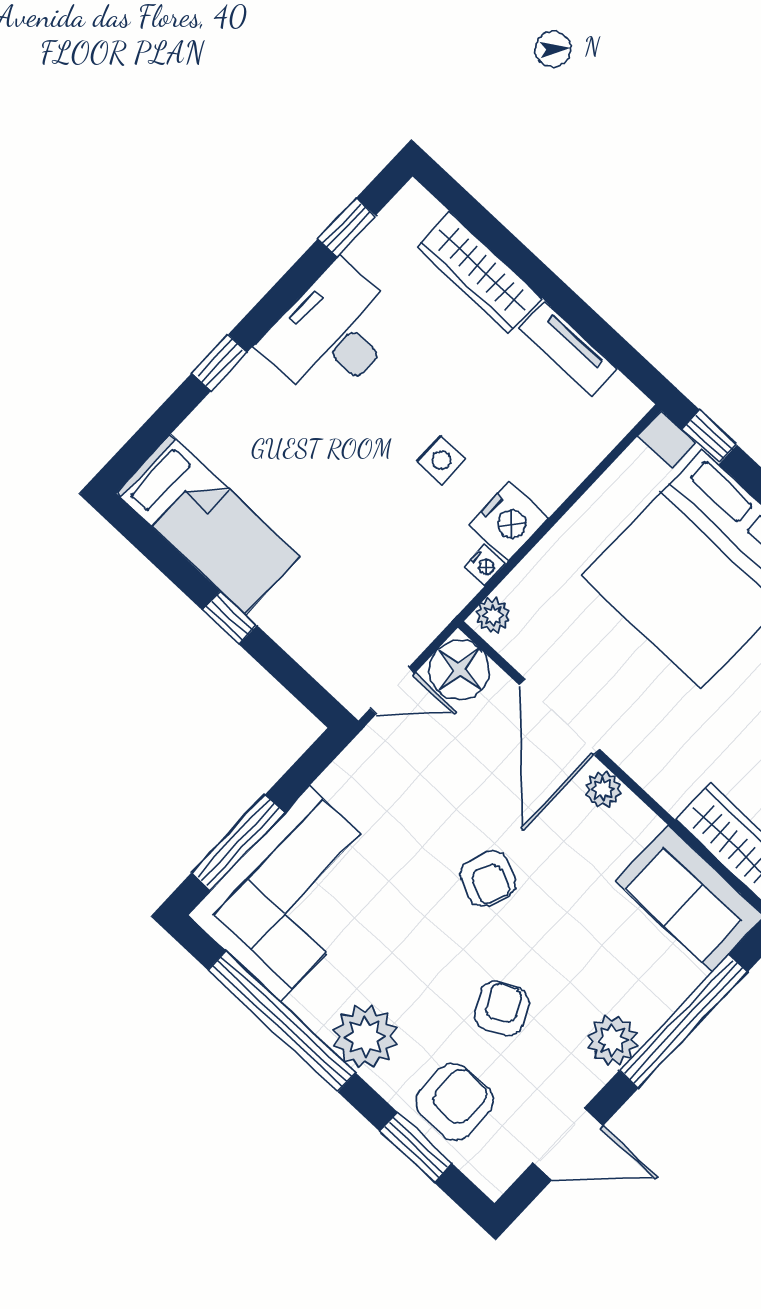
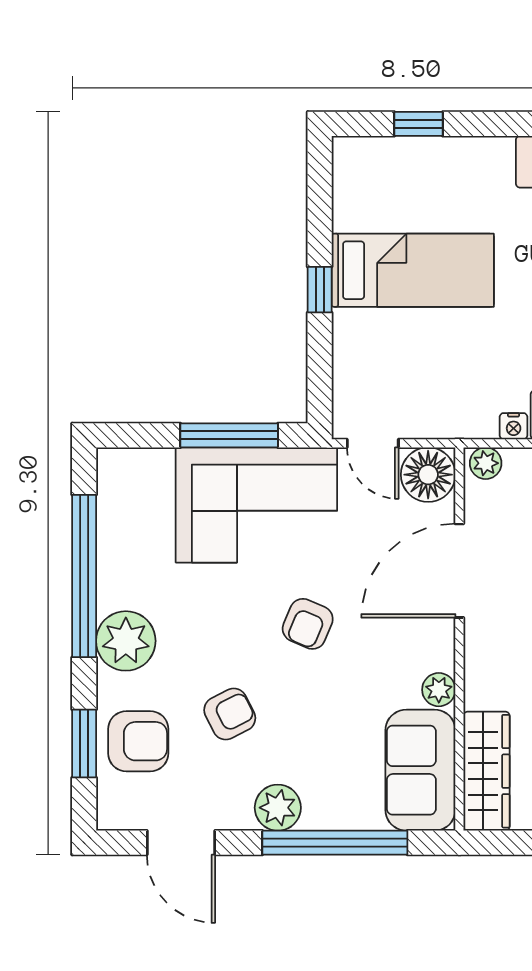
window: (220, 363) -> (419, 124), moved
bed: (208, 524) -> (413, 270), moved, turned -90
plant: (603, 789) -> (439, 690), moved
window: (238, 843) -> (229, 435), moved
corner sofa: (294, 894) -> (256, 505), moved

